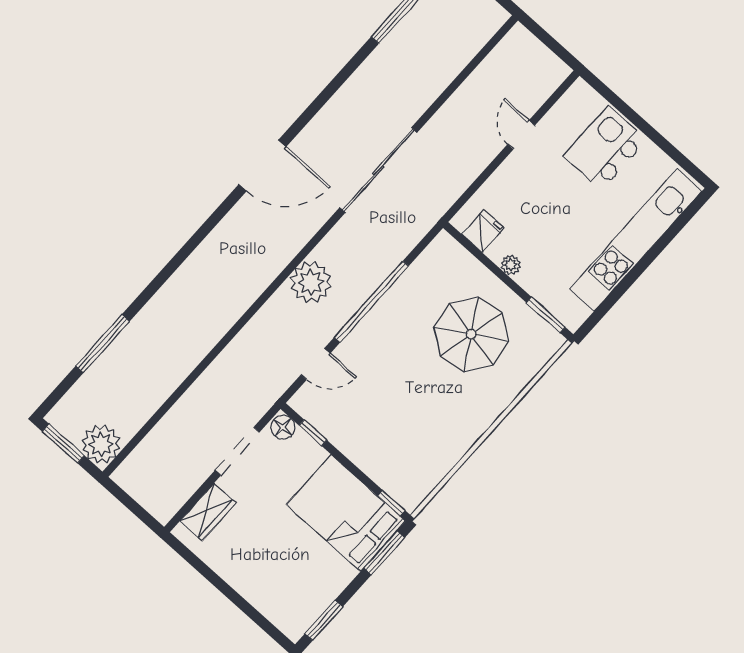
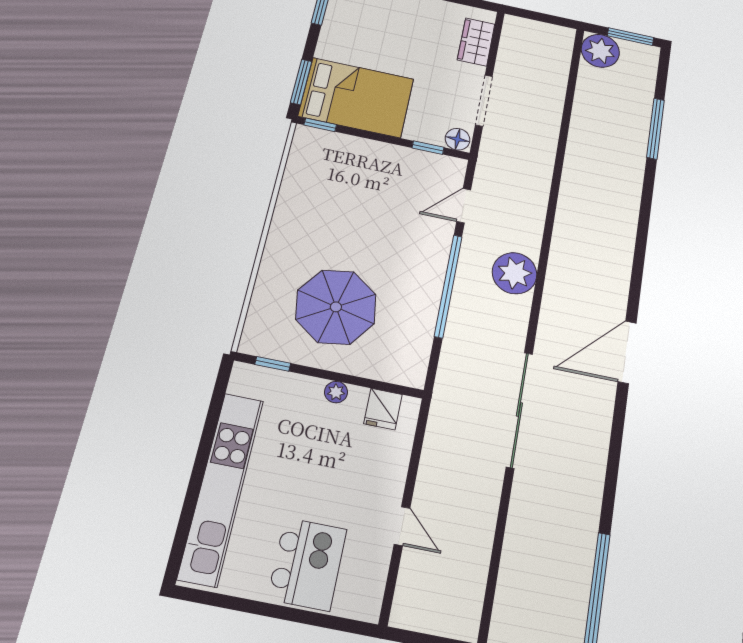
window: (546, 315) -> (273, 364), width x0.67

